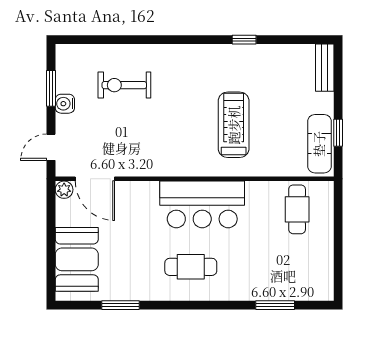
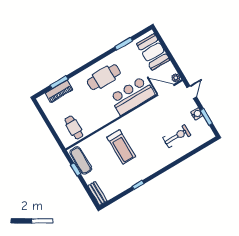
bar counter: (202, 204) -> (132, 96), moved
cafe table: (191, 267) -> (104, 77), width x1.37, depth x1.35
piano: (285, 289) -> (59, 91), added

